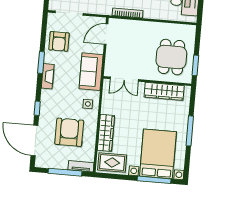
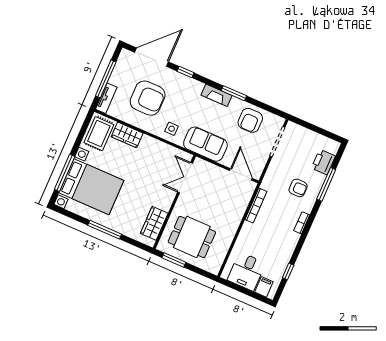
armchair: (59, 41) -> (250, 120), turned -90
wardrobe: (164, 91) -> (154, 223), width x0.67
wardrobe: (106, 133) -> (127, 135), width x0.67

